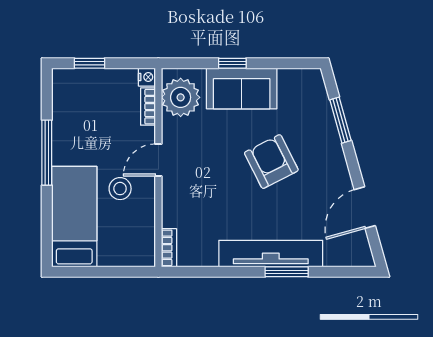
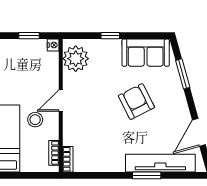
window: (90, 63) -> (29, 36), moved
sofa: (242, 88) -> (146, 53), moved
bookcase: (148, 107) -> (54, 153), moved
tv unit: (271, 254) -> (160, 163), moved

